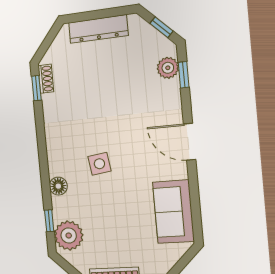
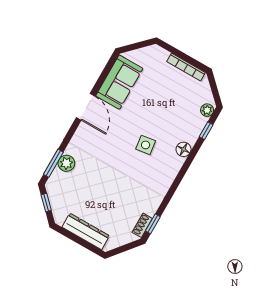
plant: (168, 68) -> (66, 163), moved
window: (184, 75) -> (53, 163), width x1.50
door: (190, 142) -> (86, 107), moved
plant: (69, 235) -> (207, 110), width x0.53, depth x0.53

